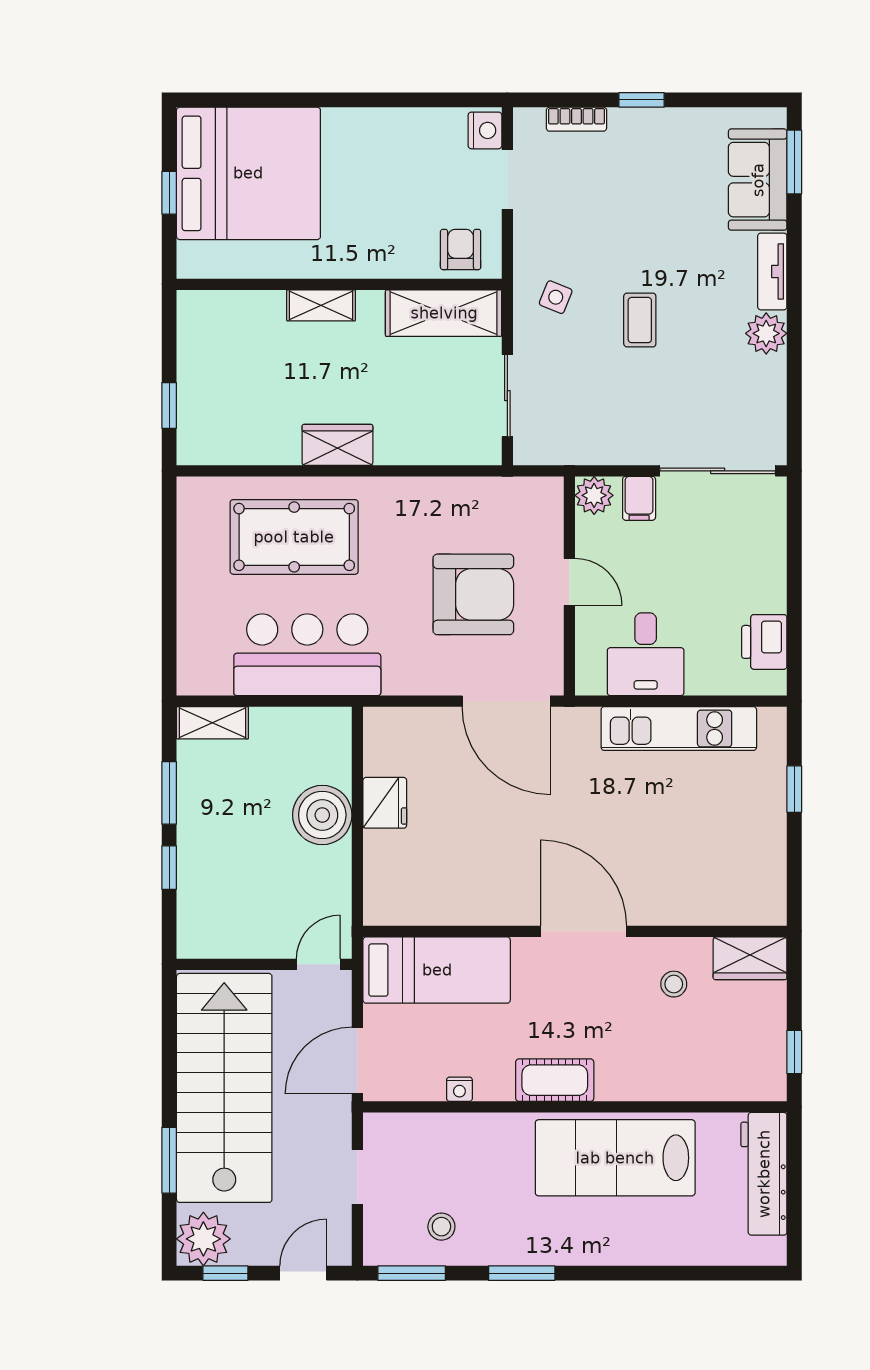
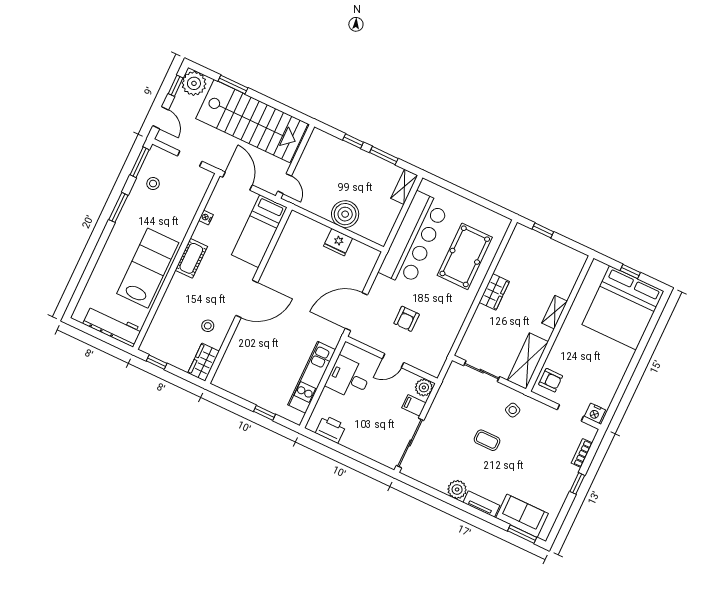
armchair: (473, 594) -> (407, 319), width x0.53, depth x0.53
bar counter: (307, 655) -> (414, 239), width x1.36

